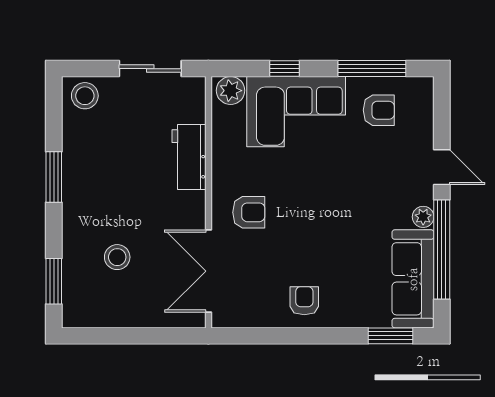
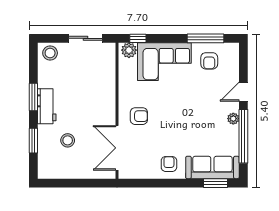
window: (285, 69) -> (138, 38), moved
armchair: (379, 110) -> (209, 61), turned 90
workbench: (189, 157) -> (47, 106), moved, turned 180
door: (442, 167) -> (243, 92), swing flipped
sofa: (413, 279) -> (212, 167), moved, turned 90
window: (54, 281) -> (33, 141), moved

